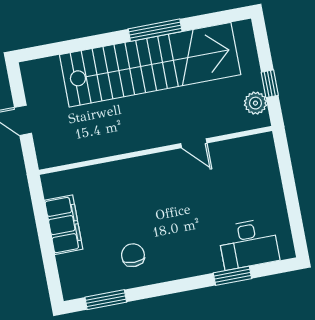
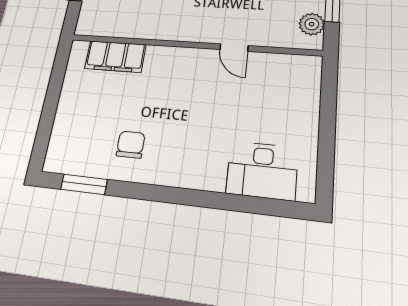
filing cabinet: (64, 225) -> (115, 56), moved, turned 90
window: (232, 276) -> (232, 202), removed

